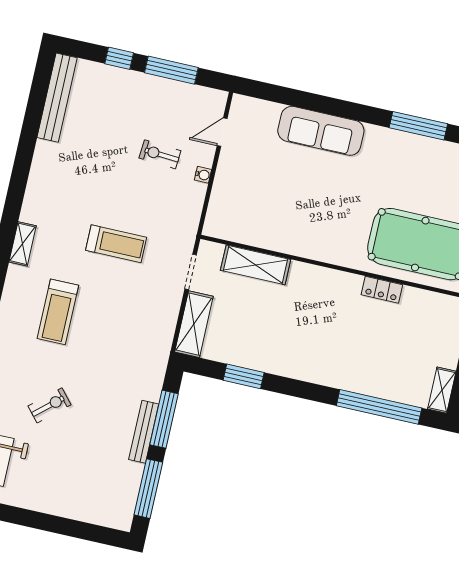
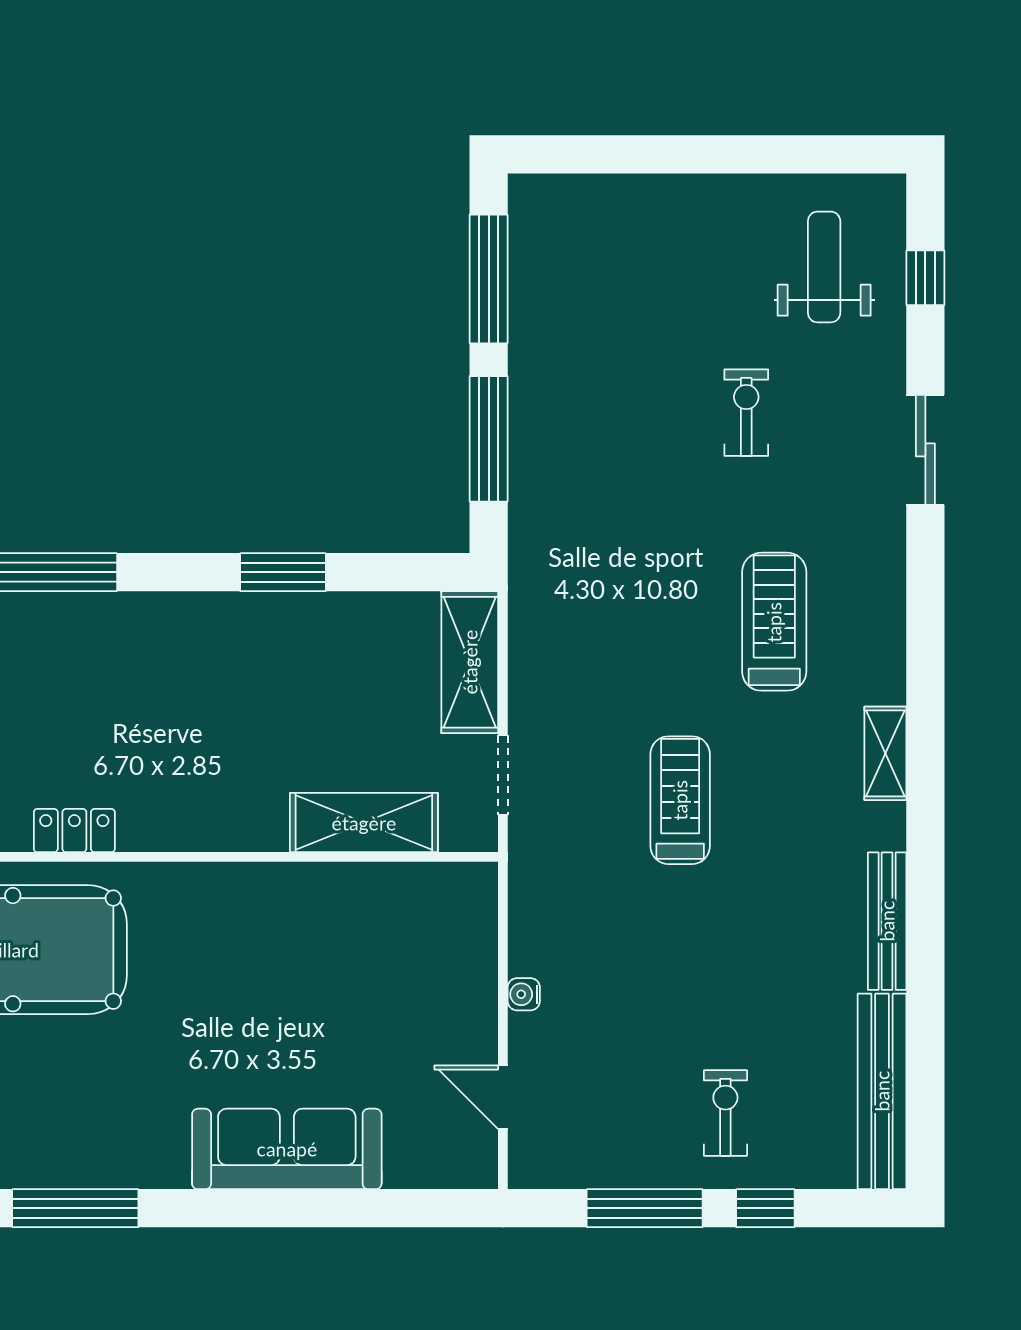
door: (222, 132) -> (503, 1097), swing flipped
exercise bike: (160, 154) -> (725, 1113), moved, turned -94
treadmill: (116, 244) -> (680, 800), turned 90
window: (244, 376) -> (283, 572), moved
exercise bike: (50, 405) -> (746, 413), turned 131
bench: (144, 432) -> (887, 921), moved

